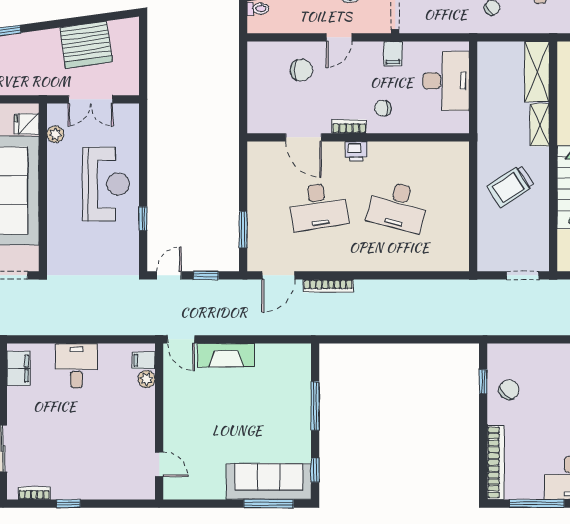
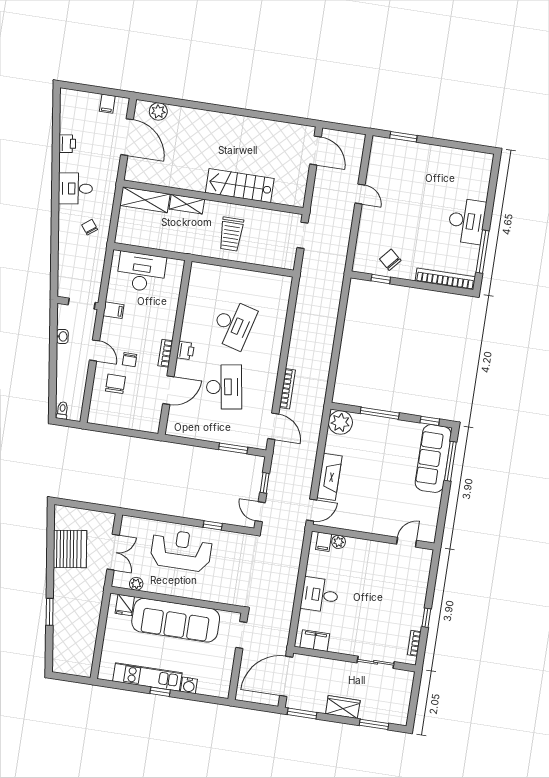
chair: (383, 108) -> (130, 360), moved
trolley: (511, 186) -> (231, 234), turned 33
plant: (296, 359) -> (340, 422), added

